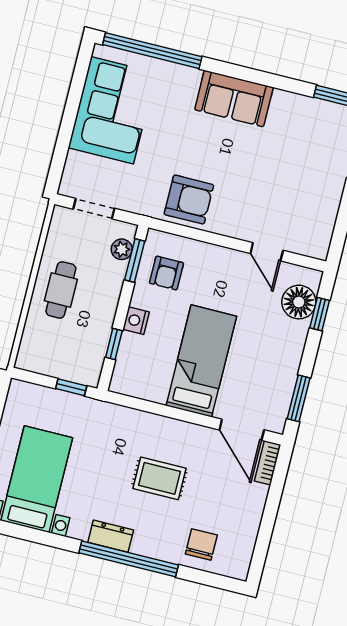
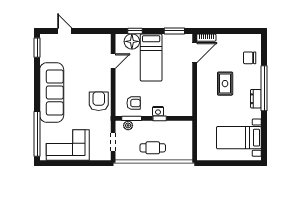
sofa: (234, 99) -> (52, 92), width x1.85, depth x1.27
window: (114, 344) -> (160, 118), moved
bed: (201, 361) -> (151, 57), moved, turned -90
window: (71, 387) -> (195, 133), removed

